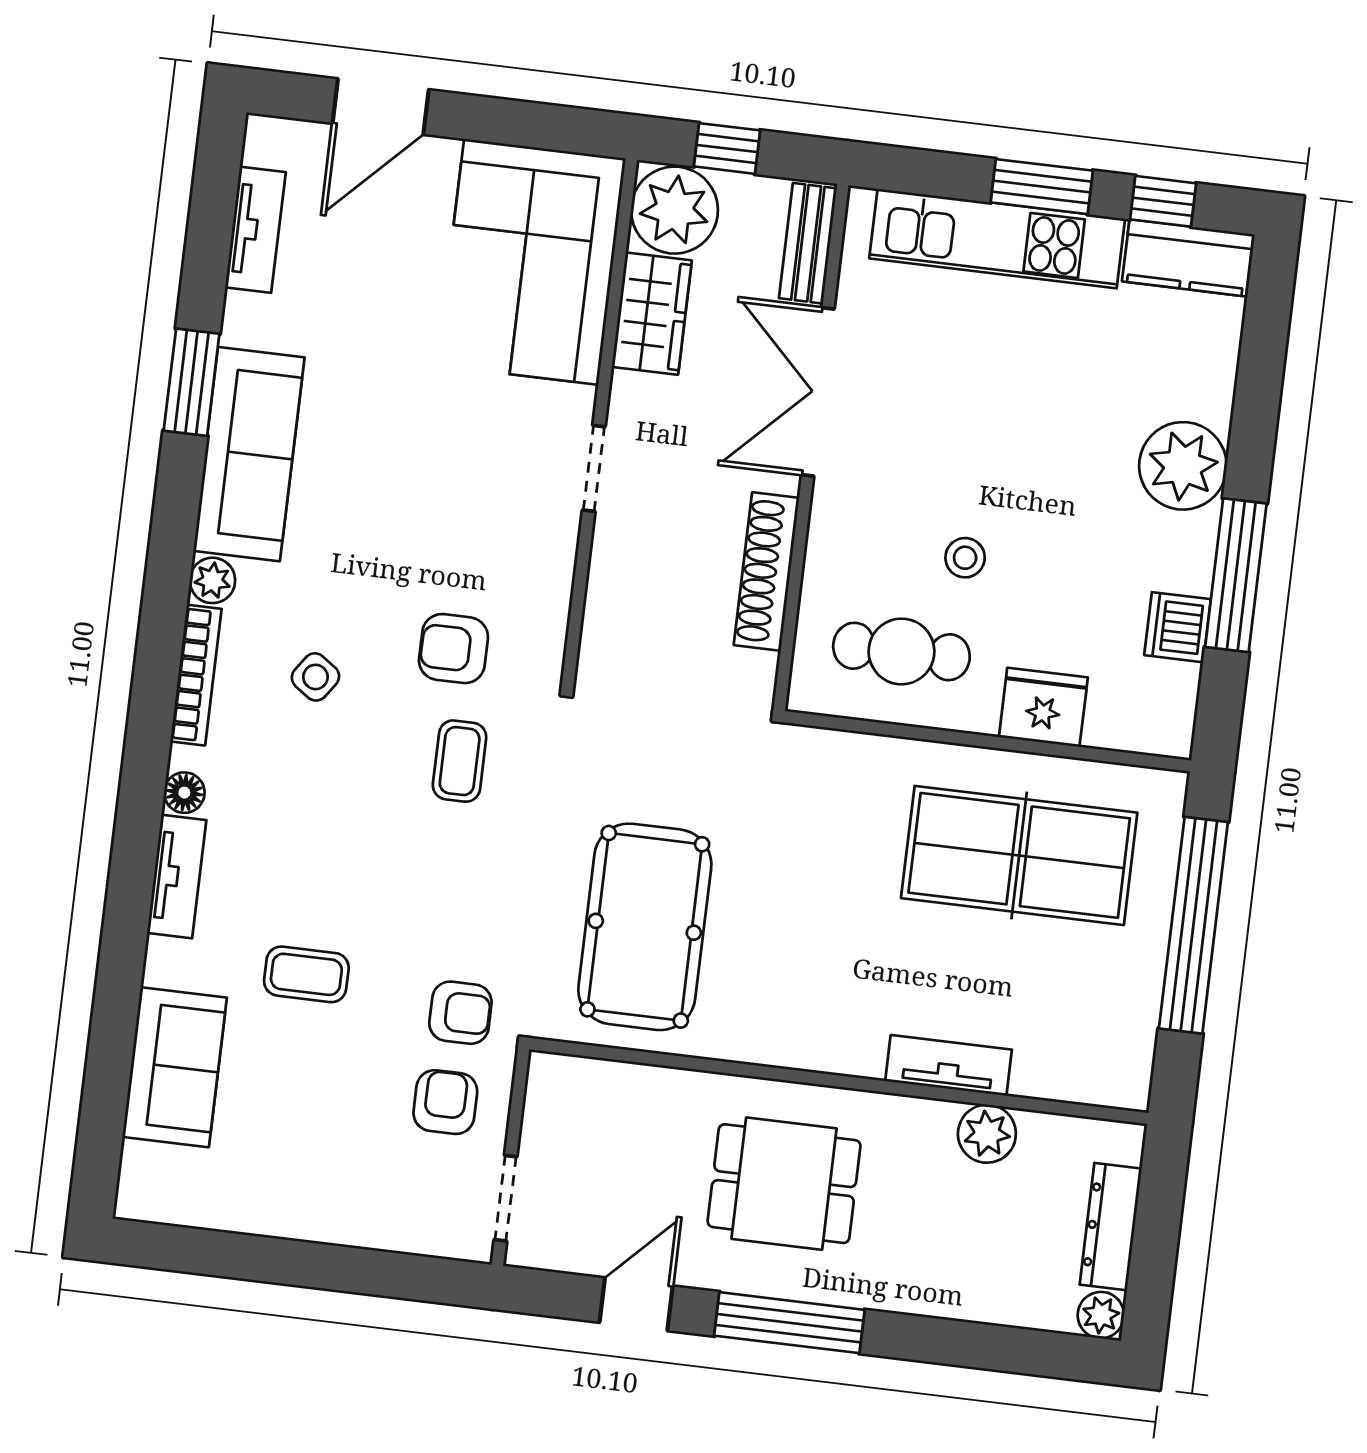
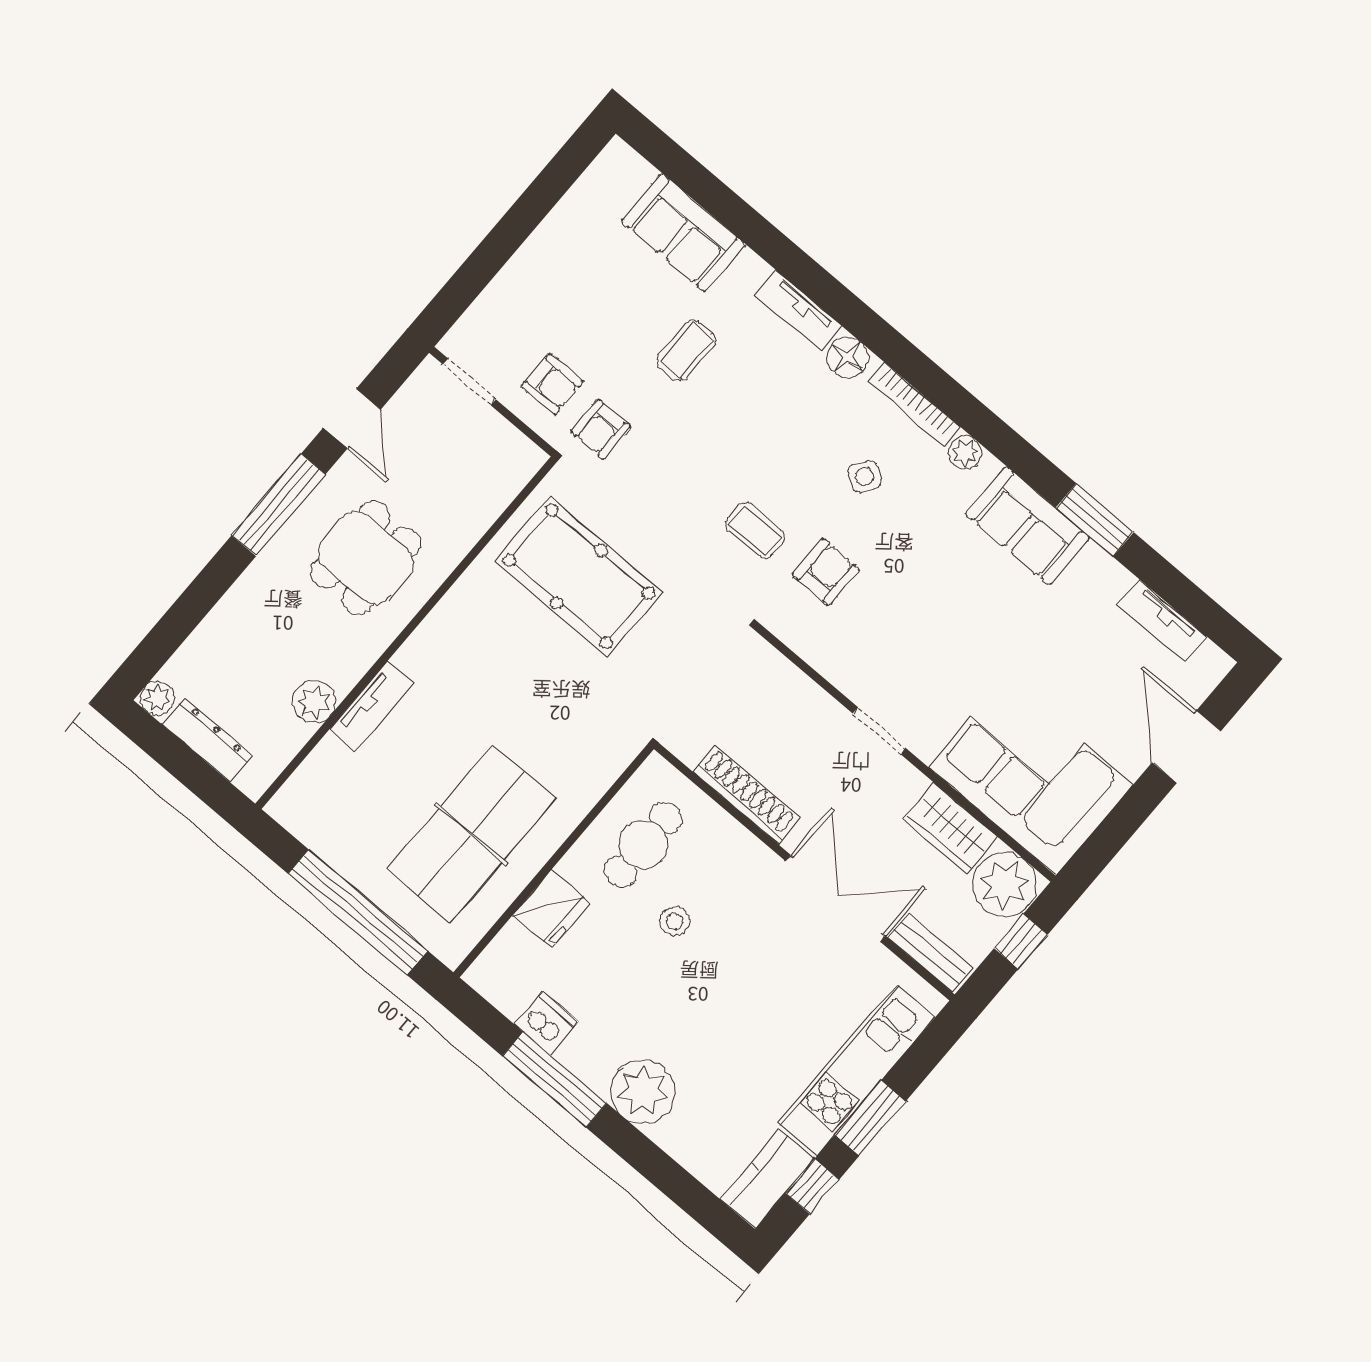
sofa: (249, 454) -> (1028, 526), width x0.73
floor lamp: (184, 793) -> (847, 357), width x1.37, depth x1.37

